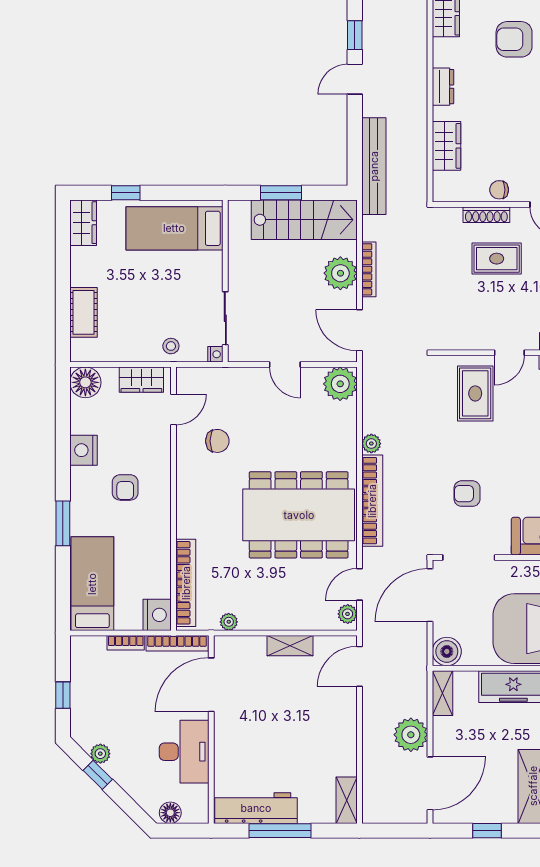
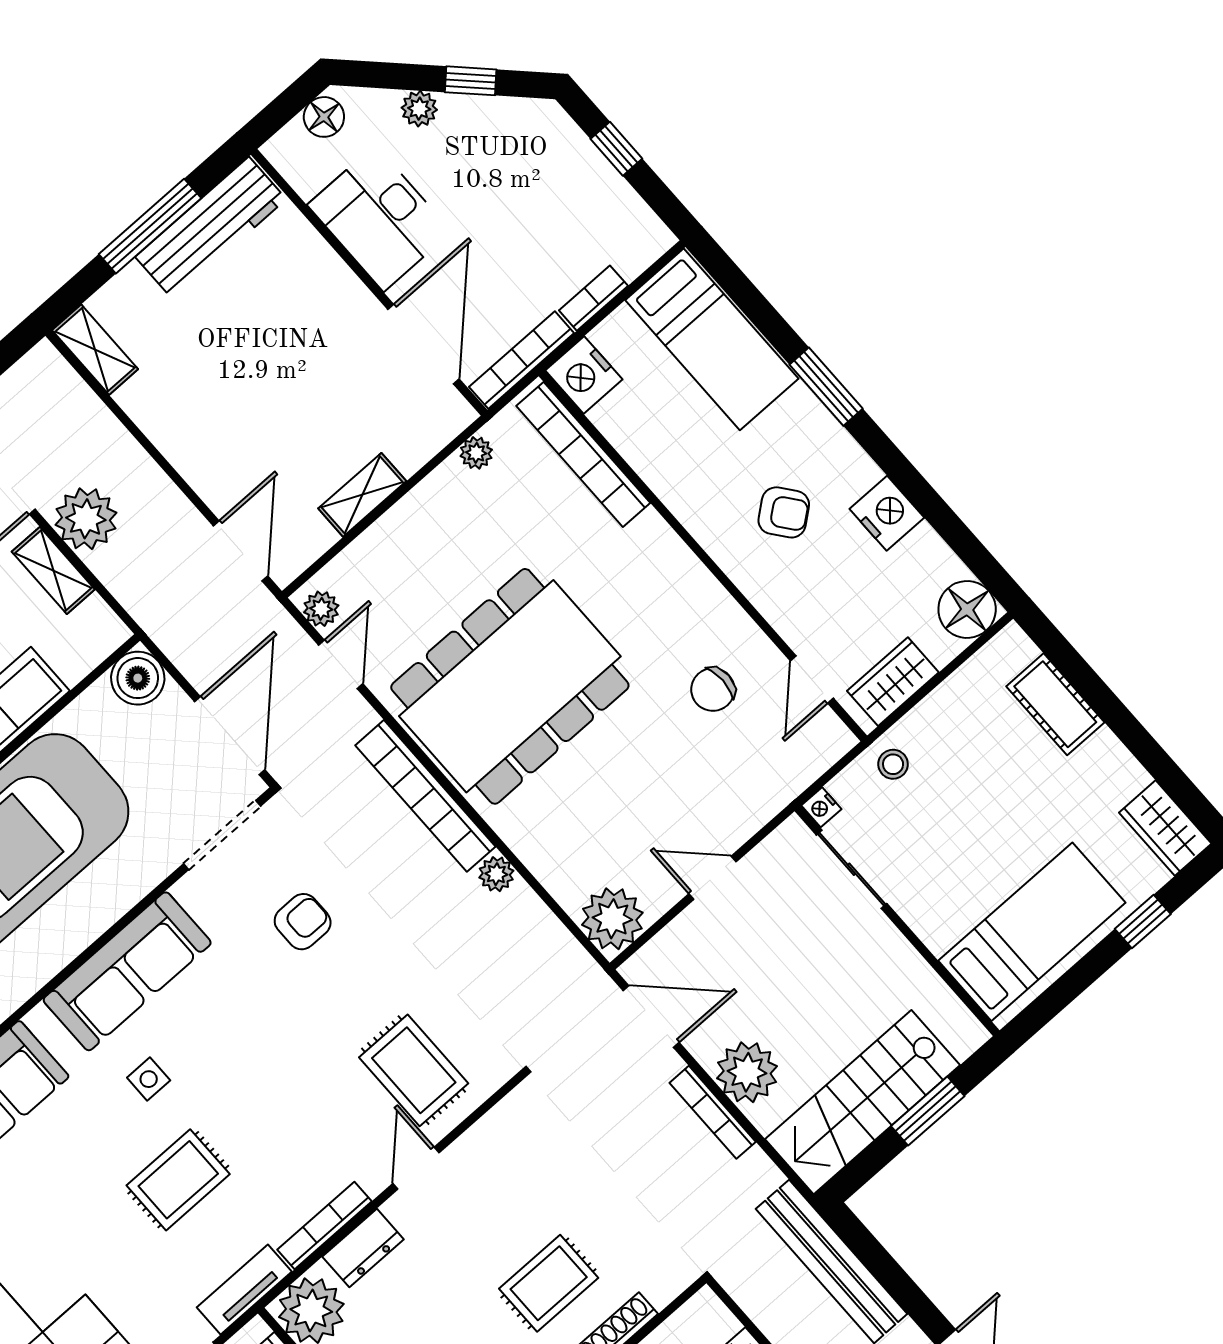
armchair: (125, 487) -> (784, 512), turned 142
shelving: (443, 693) -> (53, 571), moved
plant: (100, 754) -> (419, 109), moved

